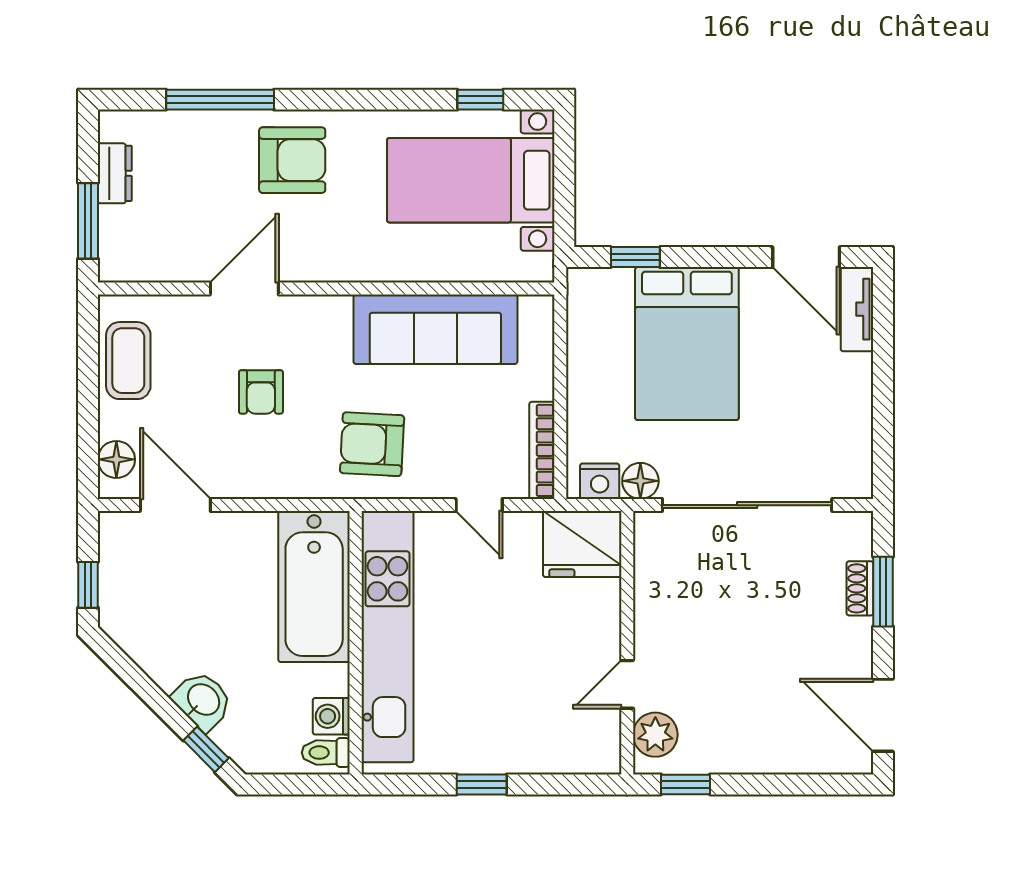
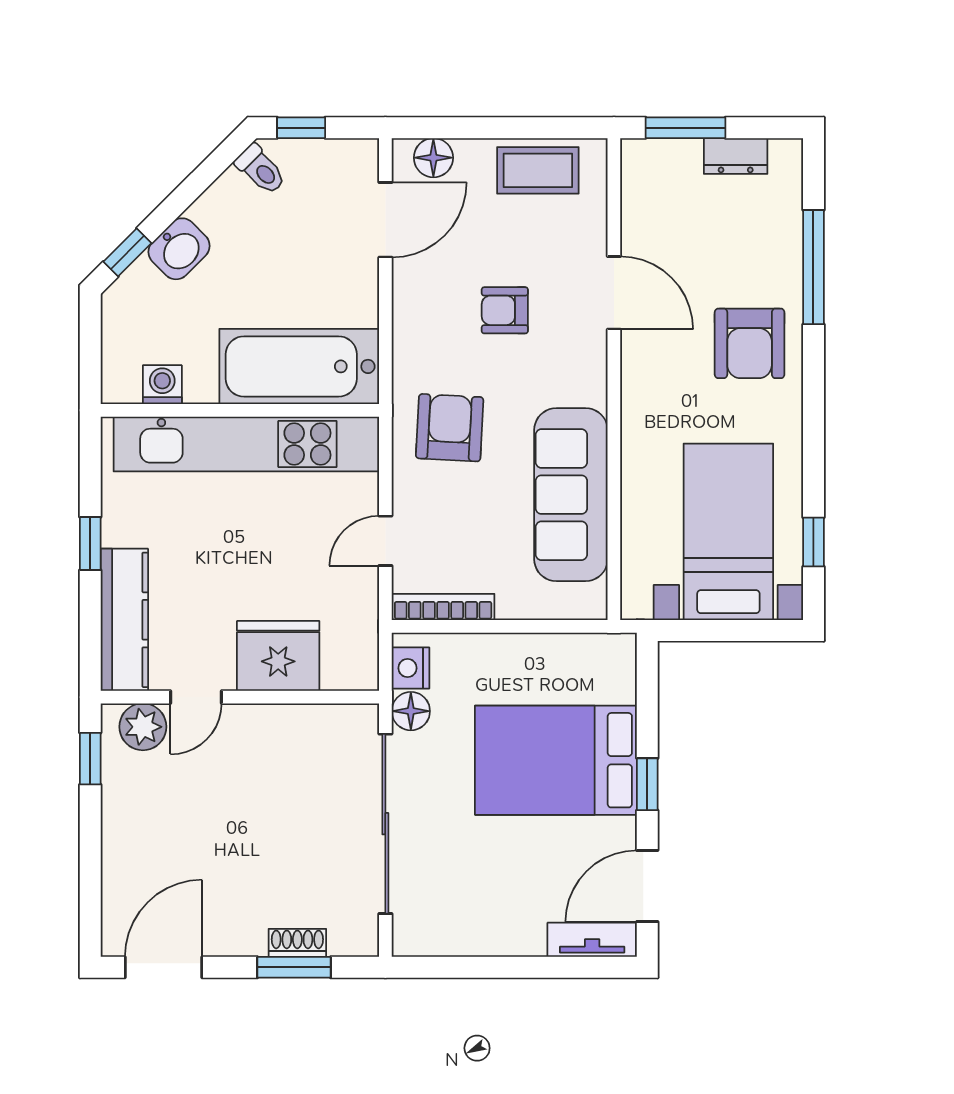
window: (635, 257) -> (647, 784), moved
fridge: (582, 544) -> (278, 656), moved, turned 90
door: (627, 684) -> (196, 697), swing flipped
kitchen counter: (554, 752) -> (124, 620), added
toilet: (326, 753) -> (261, 169), moved, turned 135

